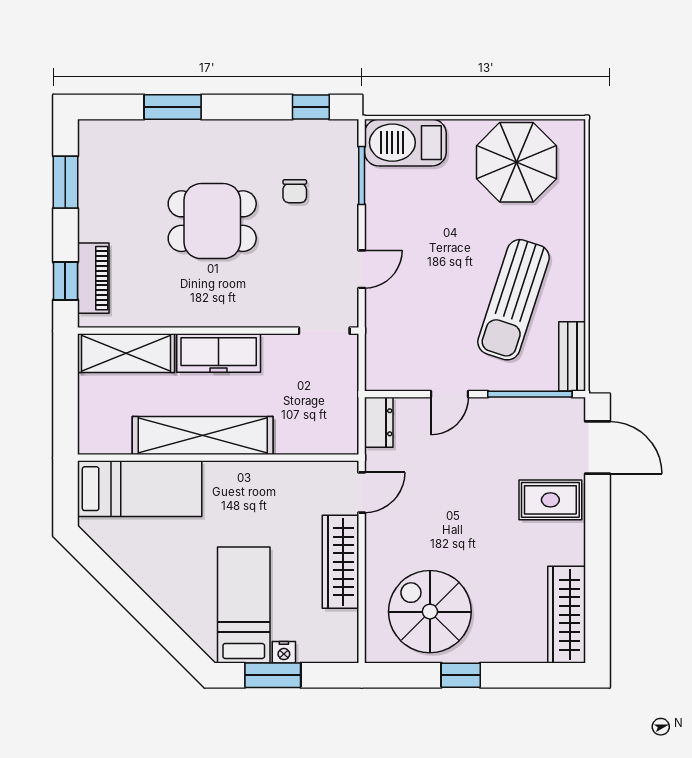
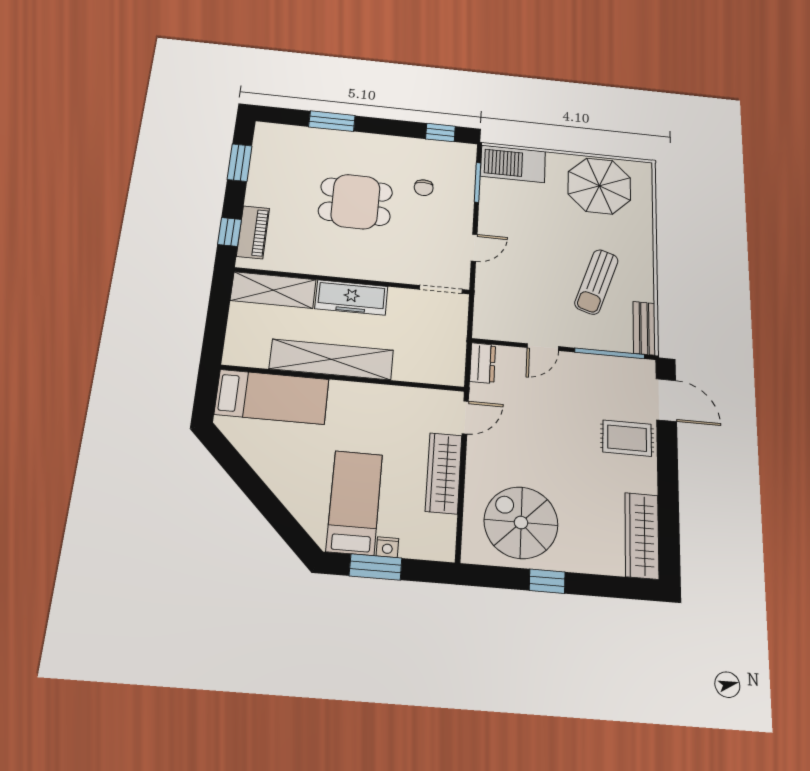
sun lounger: (514, 300) -> (597, 282), width x0.73, depth x0.75

